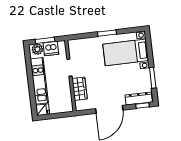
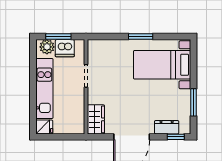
wardrobe: (80, 89) -> (96, 119), moved
dresser: (139, 98) -> (167, 127), width x0.70

